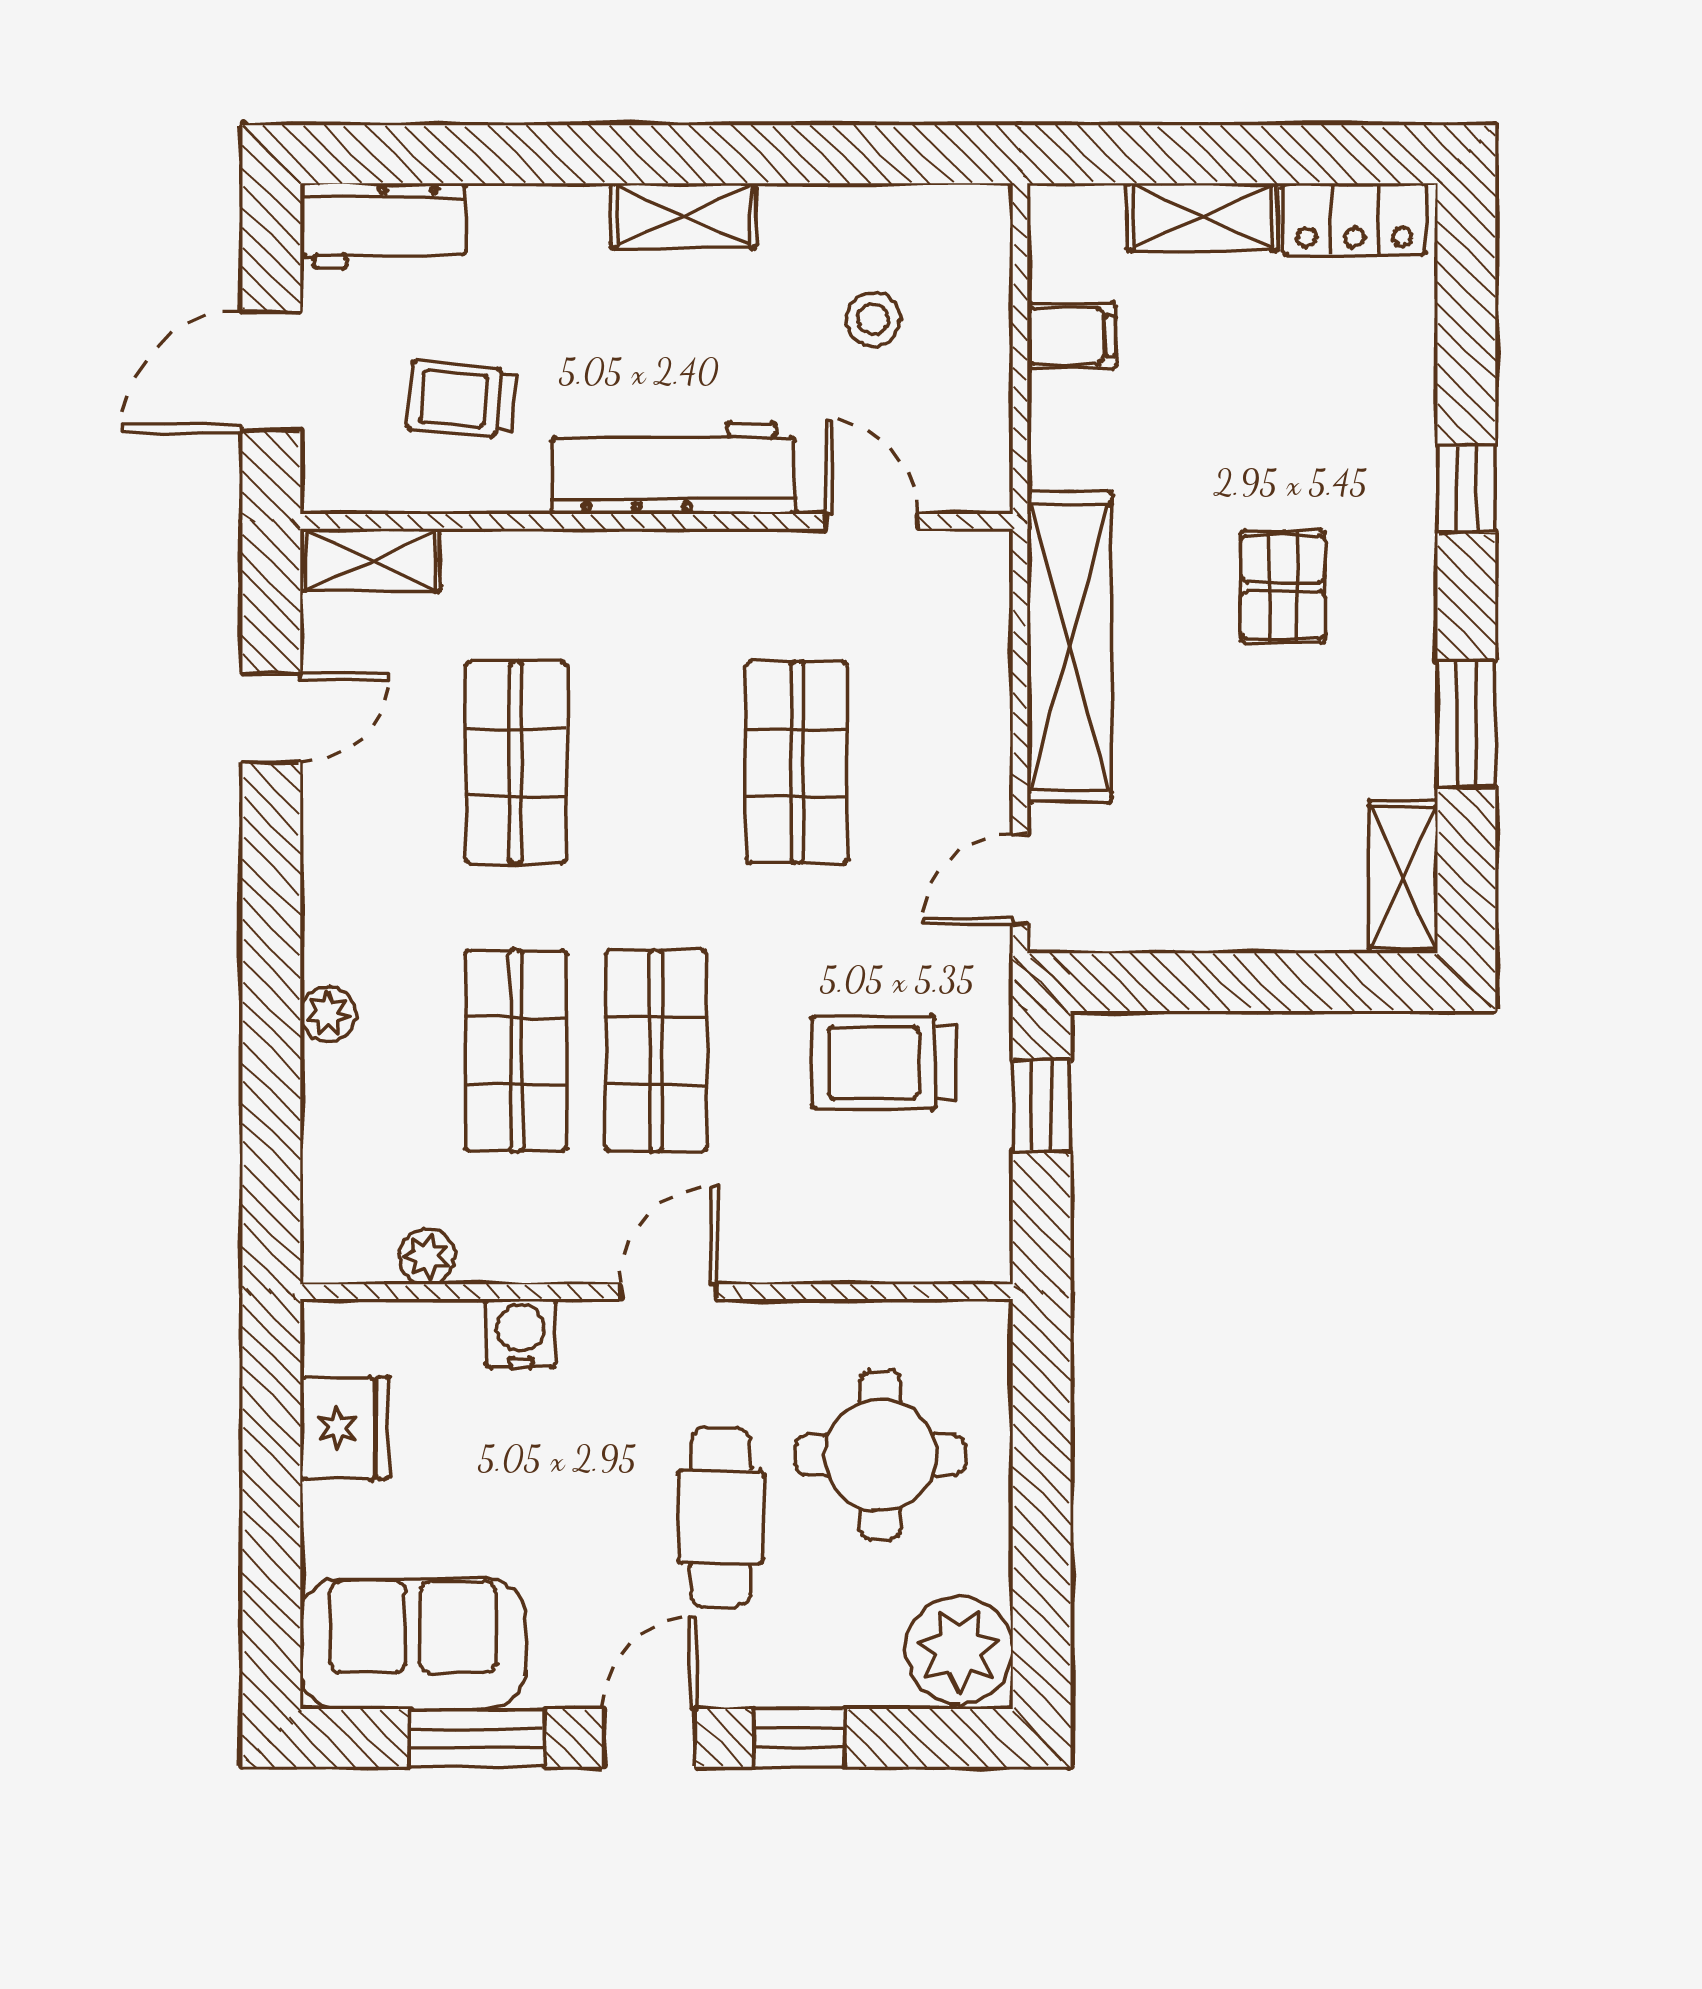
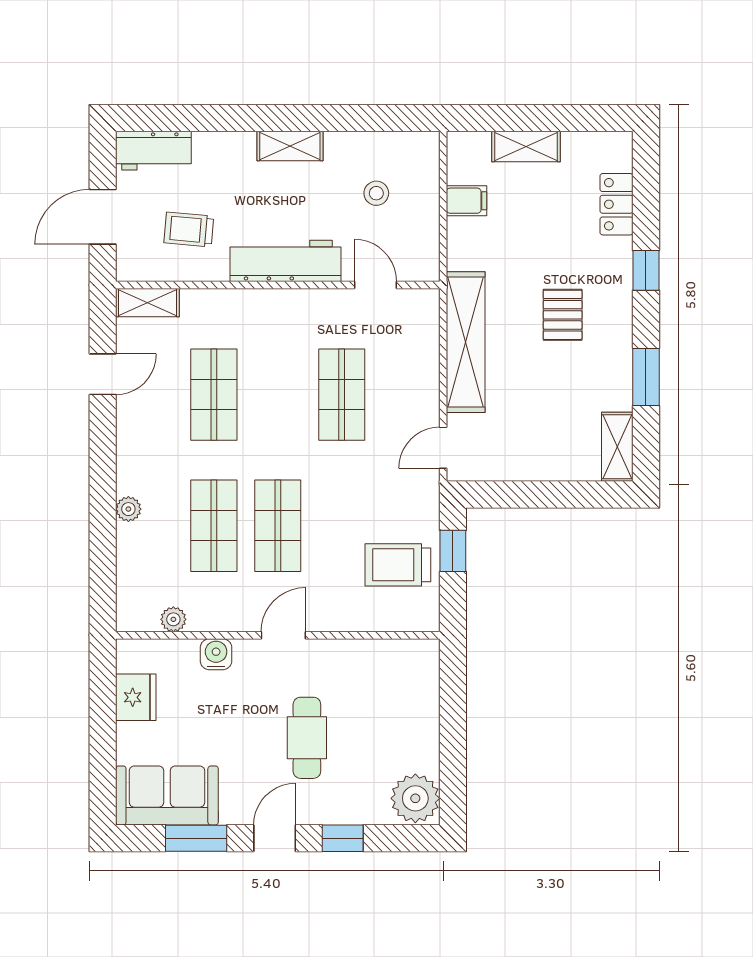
locker: (1354, 219) -> (616, 204), moved, turned 90
trolley: (884, 1063) -> (398, 565), moved
round table: (880, 1455) -> (380, 710), removed

